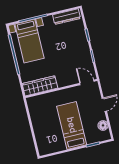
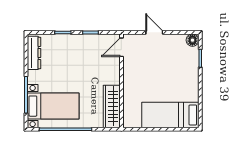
bed: (72, 125) -> (170, 115), moved
floor lamp: (103, 125) -> (192, 40), moved

